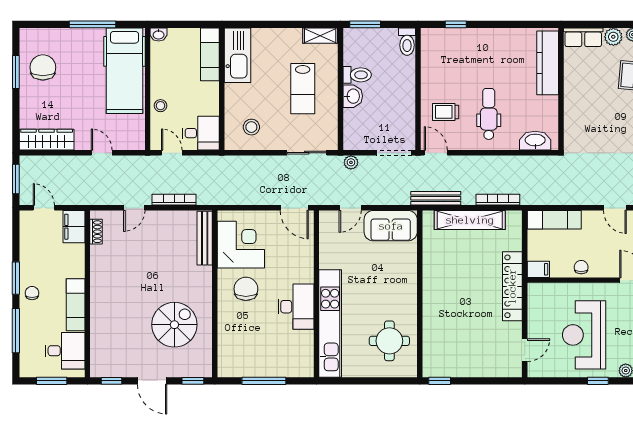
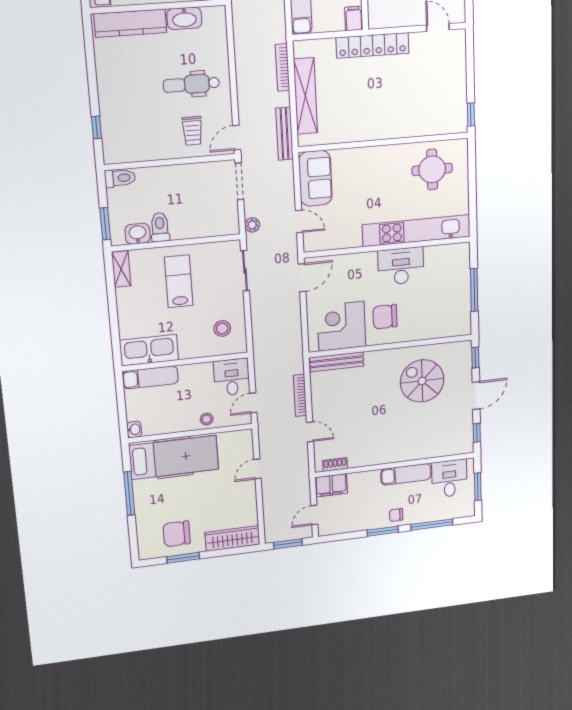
lab bench: (303, 89) -> (179, 281), turned -90
washbasin: (353, 96) -> (138, 234), moved
wardrobe: (47, 140) -> (232, 538), moved, turned 90
washbasin: (535, 141) -> (184, 18), moved, turned -90

